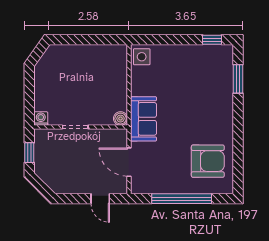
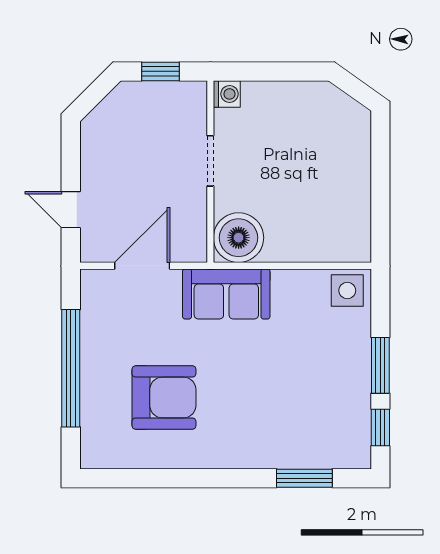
window: (180, 40) -> (380, 365), added
boiler: (121, 119) -> (239, 238), width x1.86, depth x1.86
armchair: (208, 161) -> (164, 397), moved, turned -90
door: (100, 199) -> (71, 210), hinge flipped

